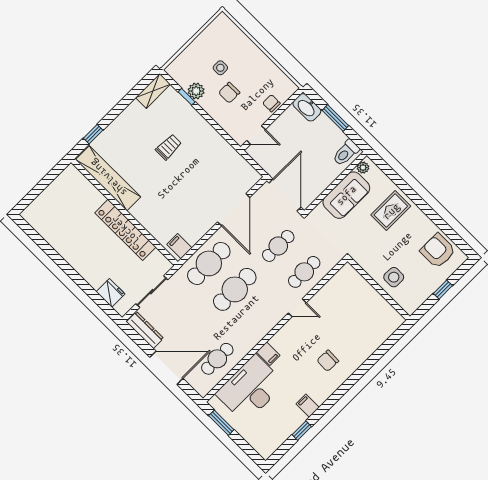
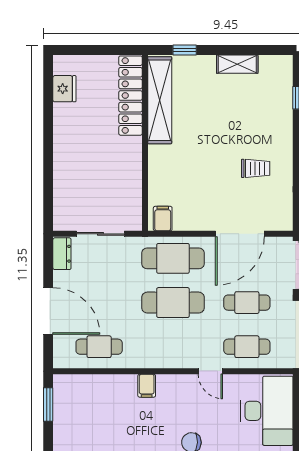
shelving: (153, 91) -> (237, 64), moved
trolley: (169, 147) -> (256, 168), moved
locker: (125, 230) -> (131, 96), moved
fridge: (111, 293) -> (64, 89), moved
dresser: (145, 330) -> (62, 254), width x0.70
desk: (250, 389) -> (267, 411), moved, turned 90

